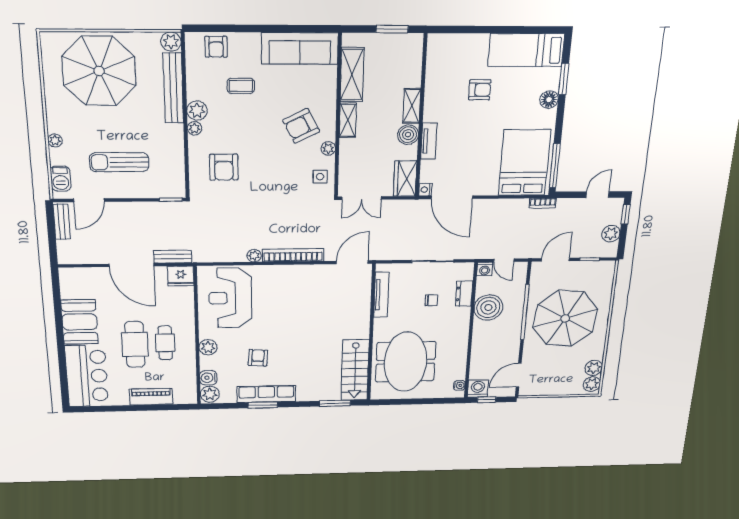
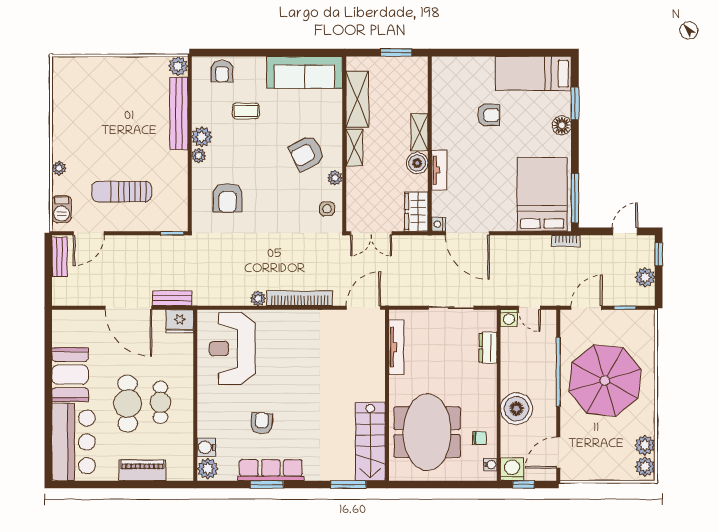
parasol: (99, 71) -> (107, 96), removed
chair: (431, 300) -> (479, 438), moved
boiler: (488, 307) -> (516, 409), moved
plant: (208, 347) -> (207, 409), removed

